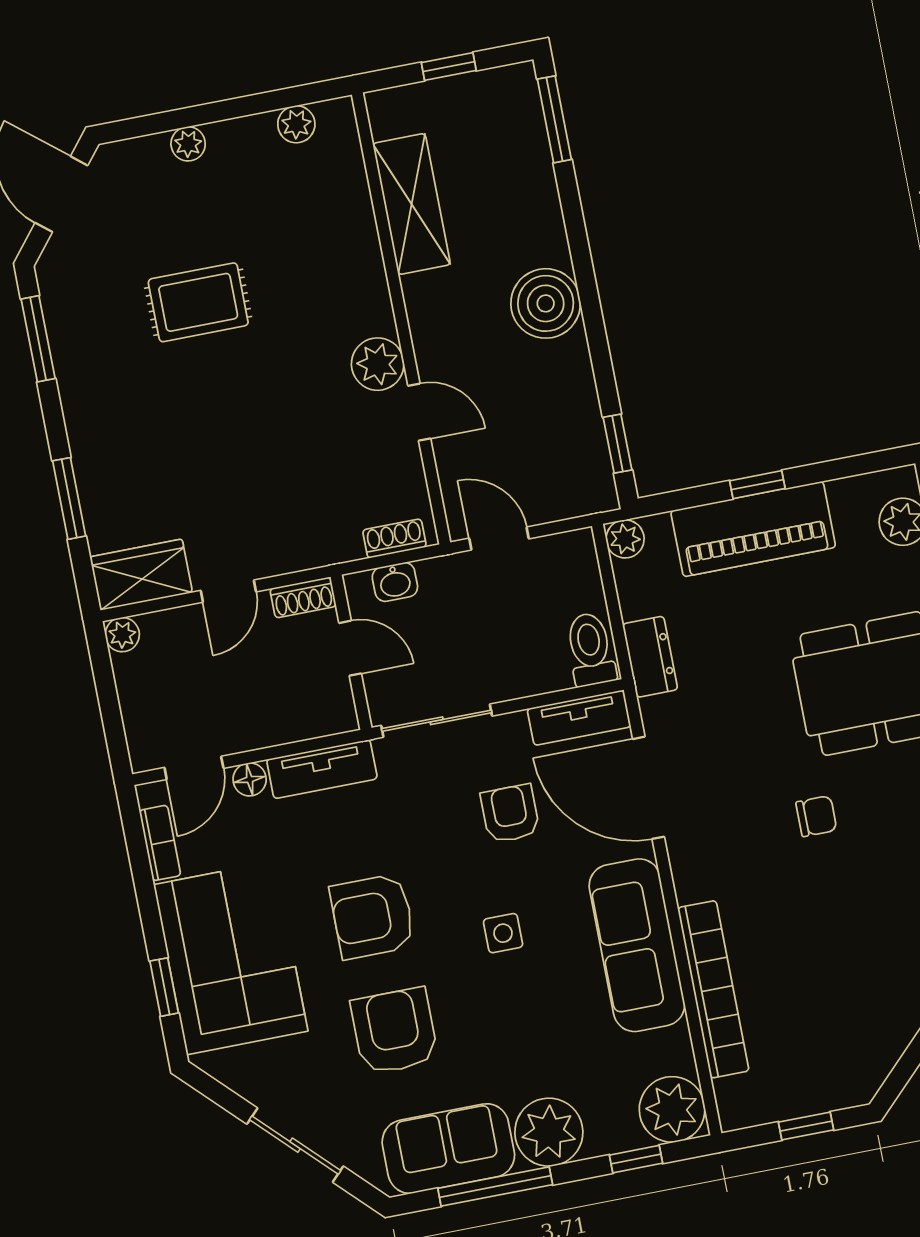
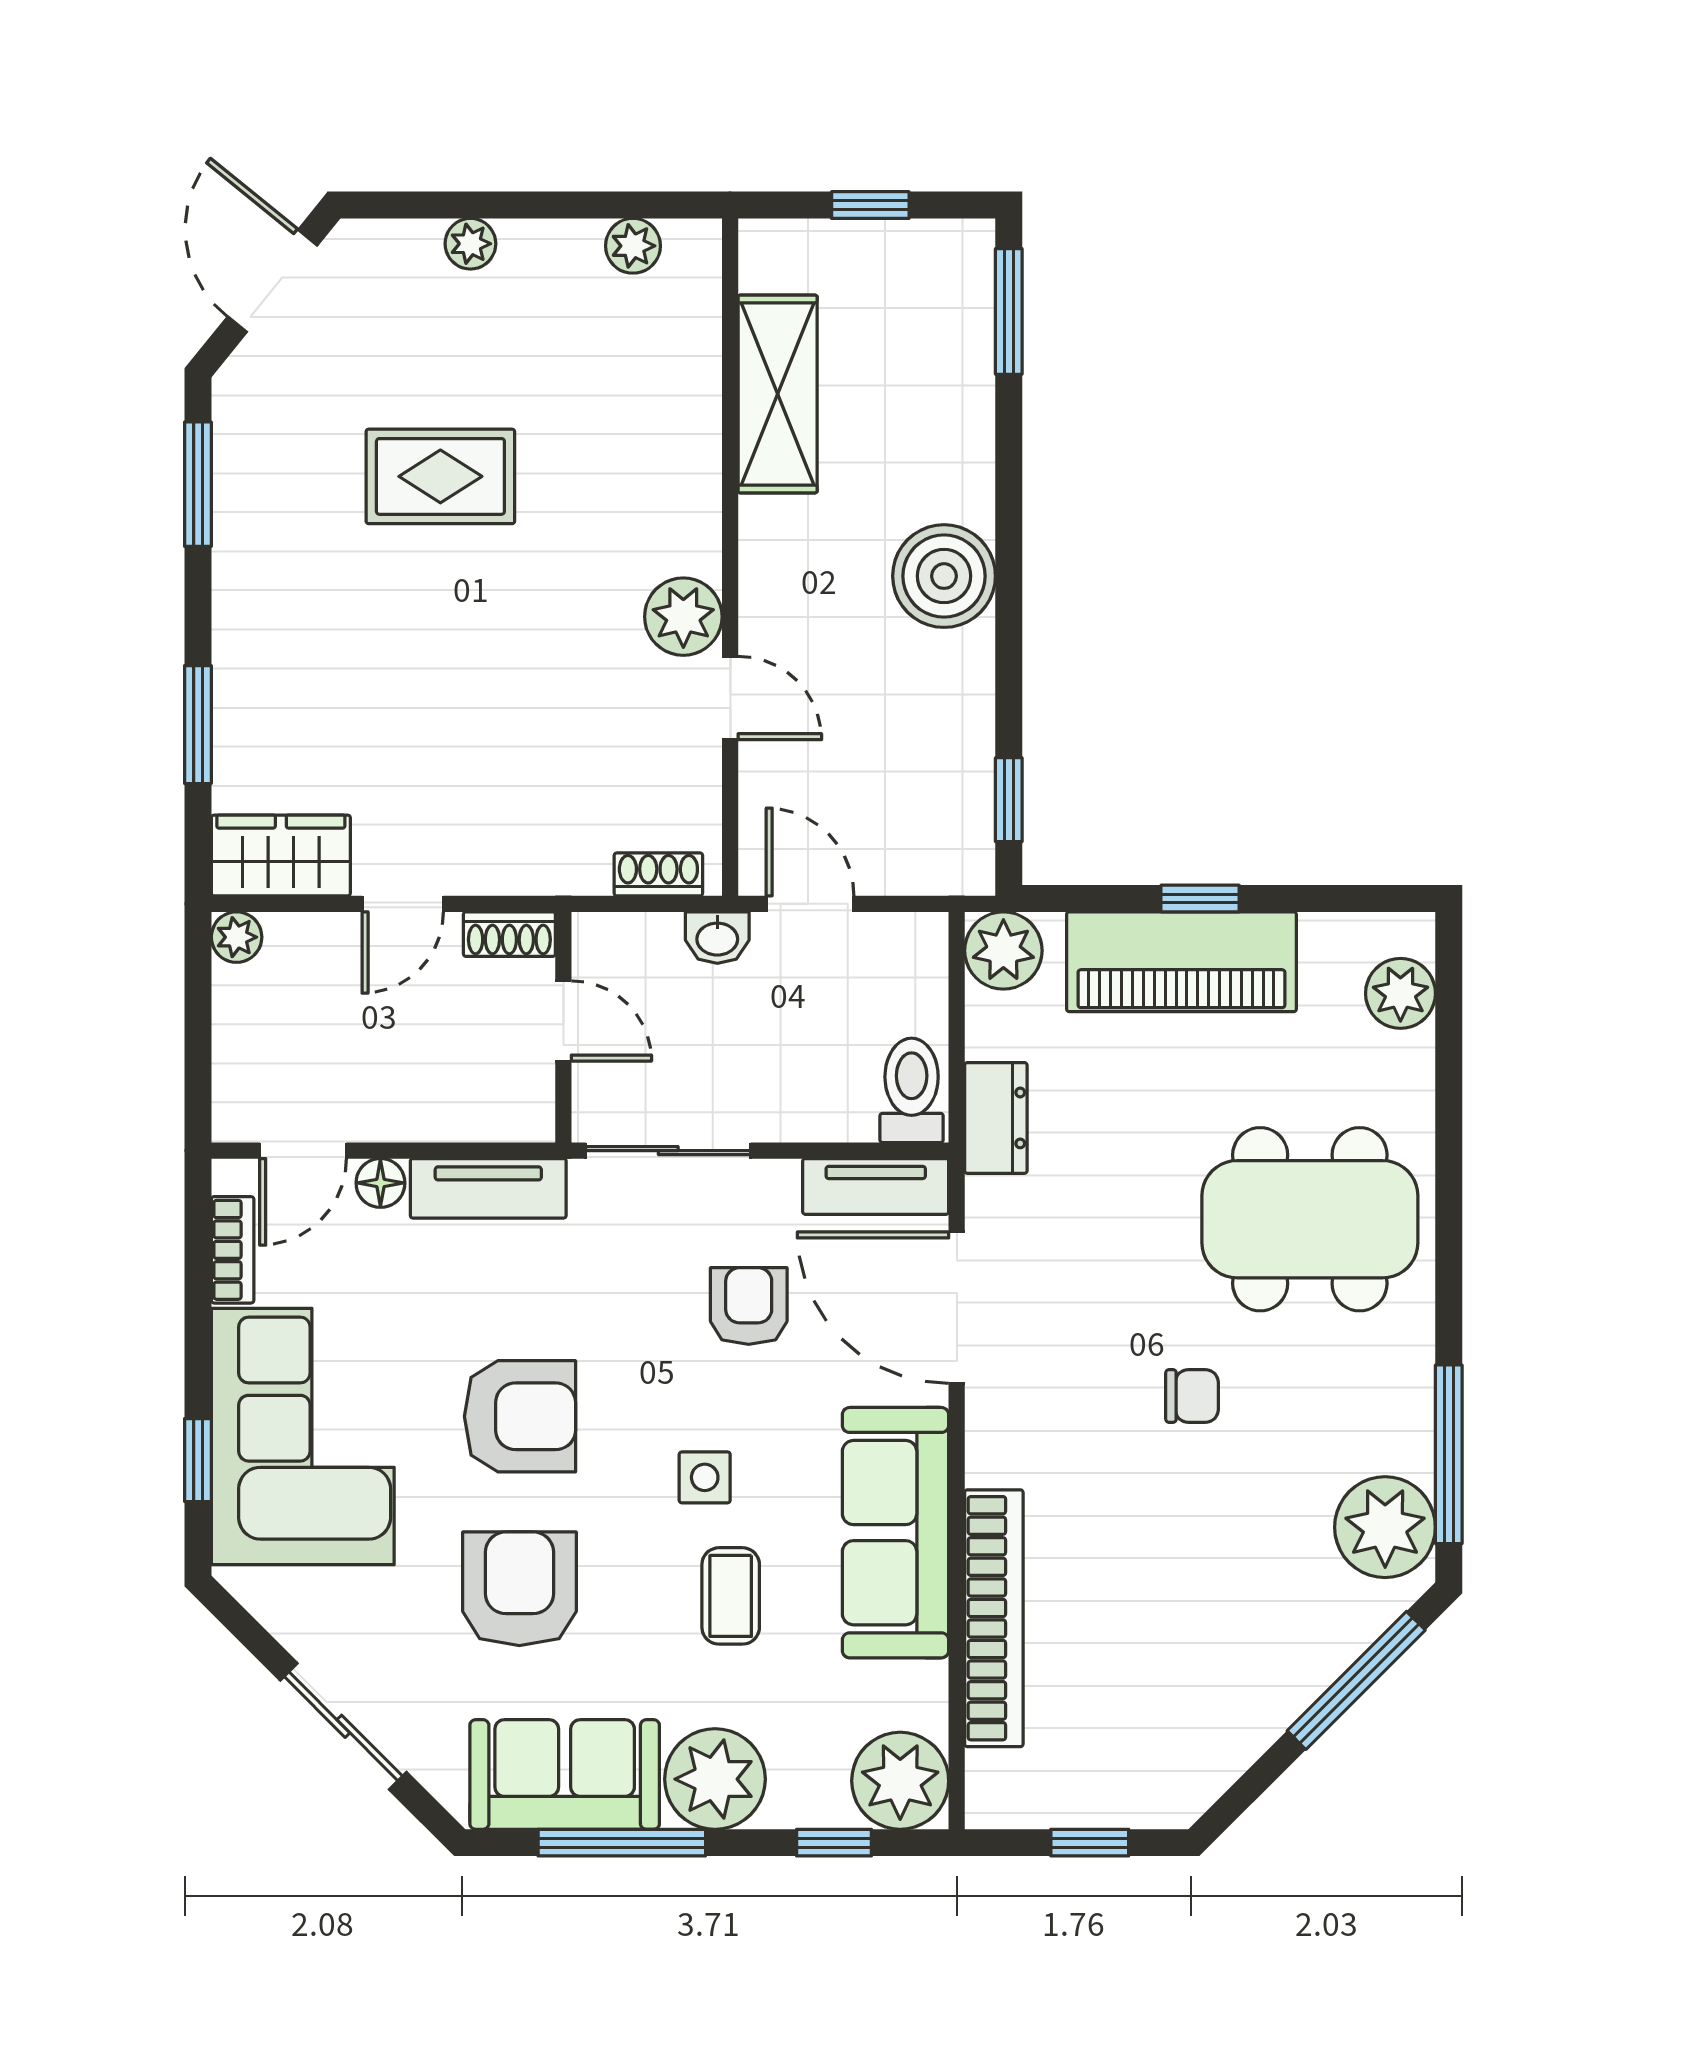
plant: (625, 539) -> (1003, 951), width x1.38, depth x1.38
washbasin: (395, 582) -> (717, 938), moved
armchair: (372, 916) -> (520, 1416), turned 180
coffee table: (536, 1009) -> (731, 1596), added

